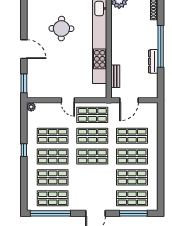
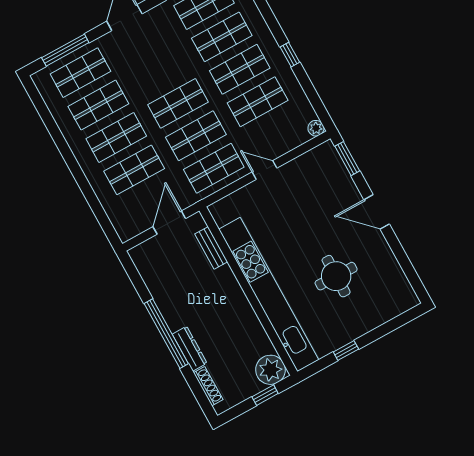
dresser: (153, 61) -> (190, 349), moved

